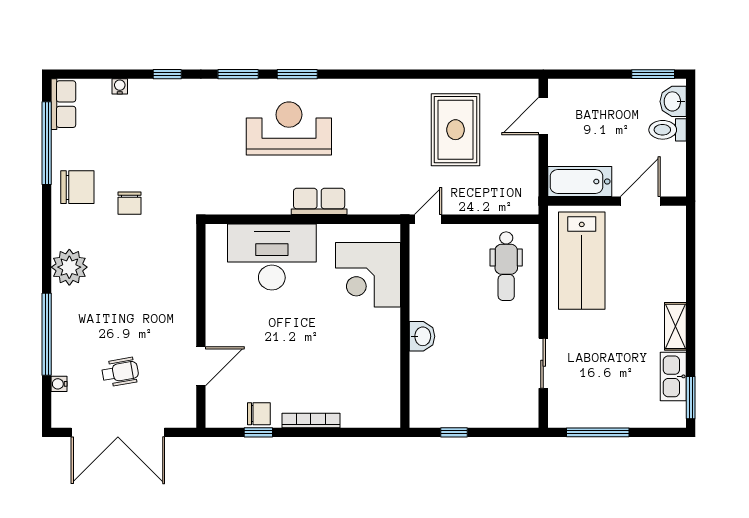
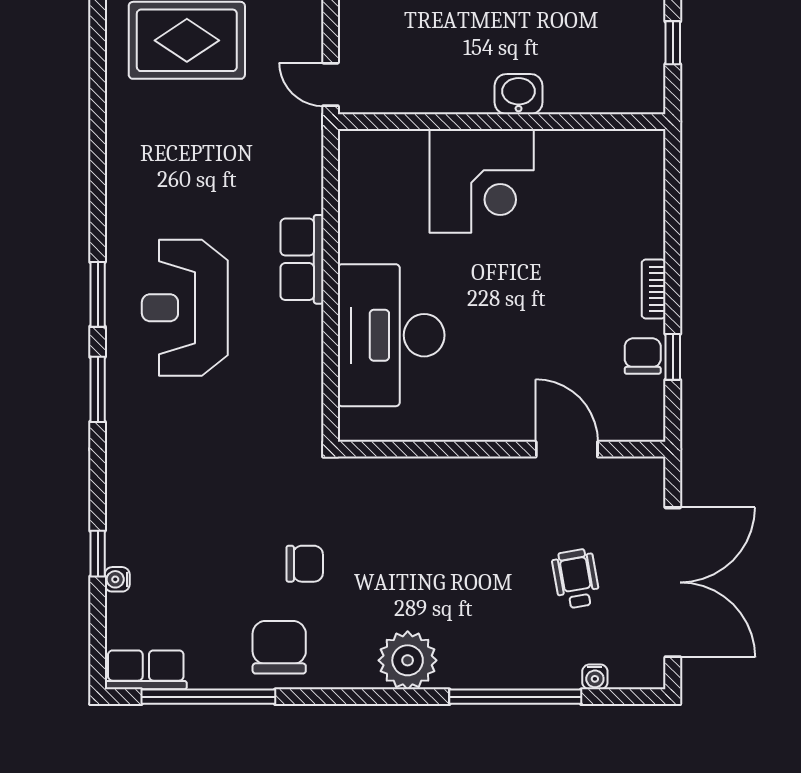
window: (167, 74) -> (98, 554), moved
corner desk: (368, 275) -> (482, 181), moved
bookcase: (311, 420) -> (654, 289), width x0.64

